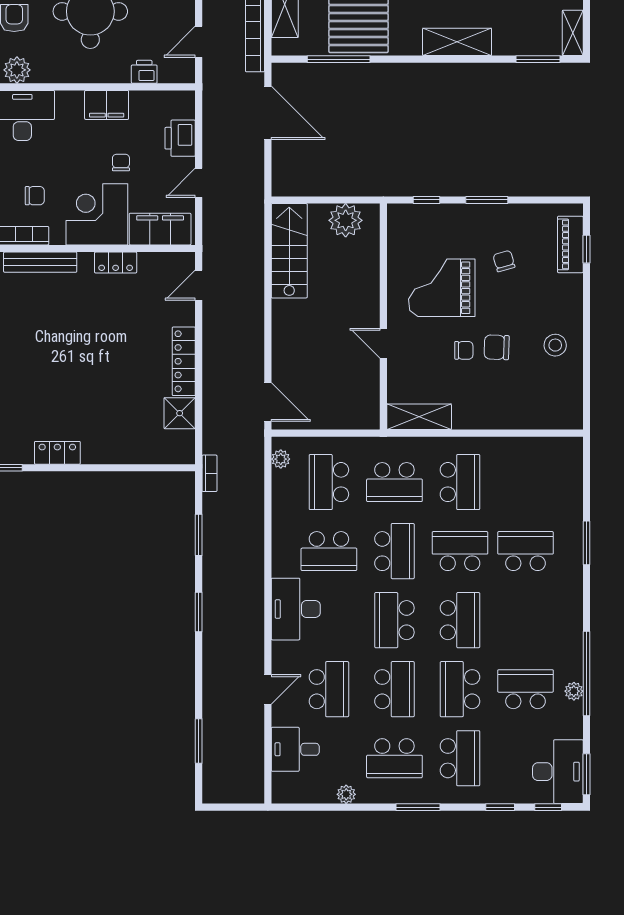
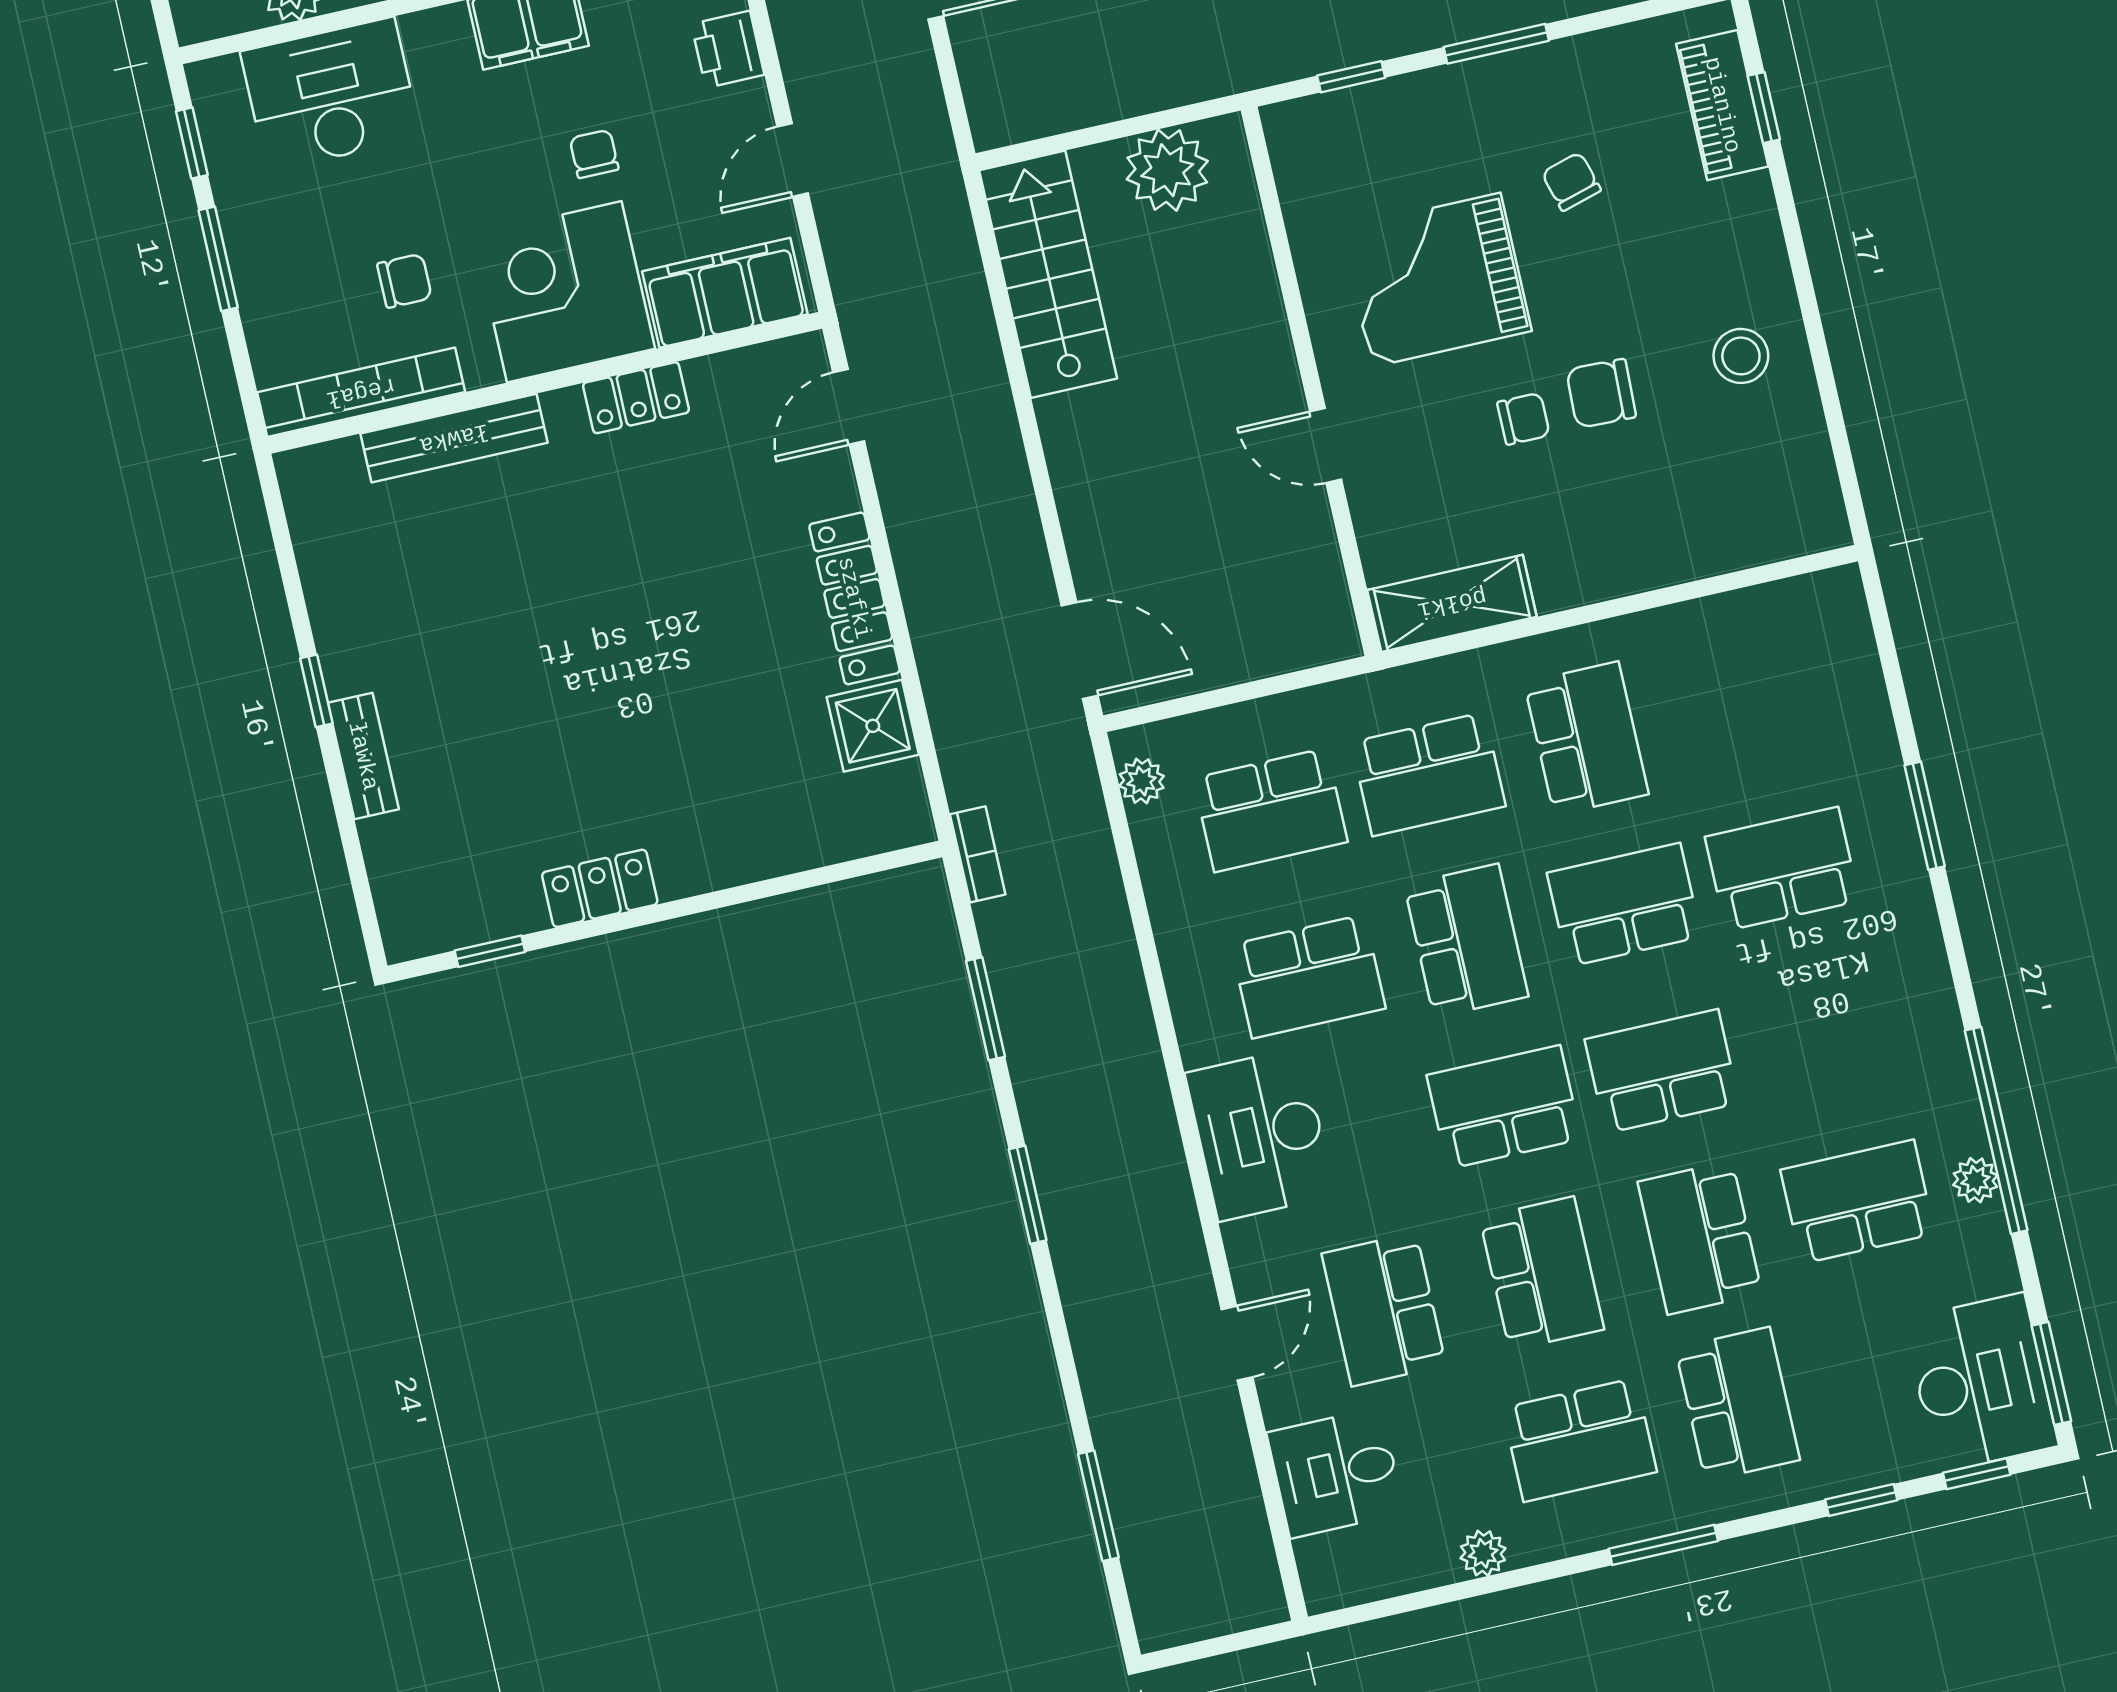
printer: (180, 138) -> (728, 49), width x0.73, depth x0.81
school desk: (329, 482) -> (1270, 810), turned -90
school desk: (394, 620) -> (1504, 1107), turned 90
school desk: (460, 620) -> (1662, 1071), turned -90
school desk: (329, 689) -> (1384, 1309), turned 180

